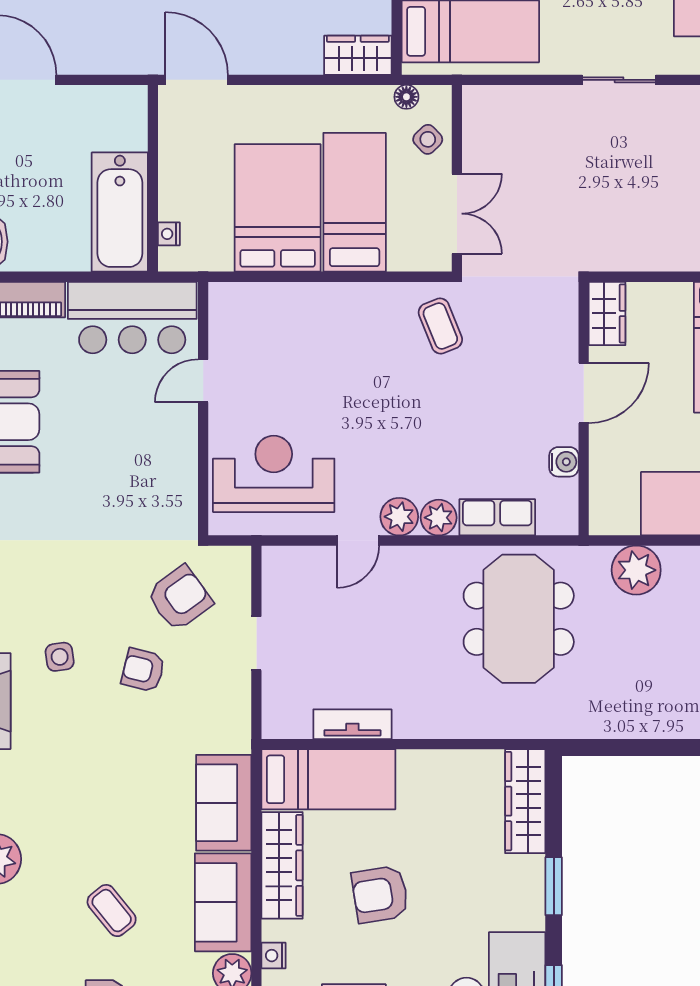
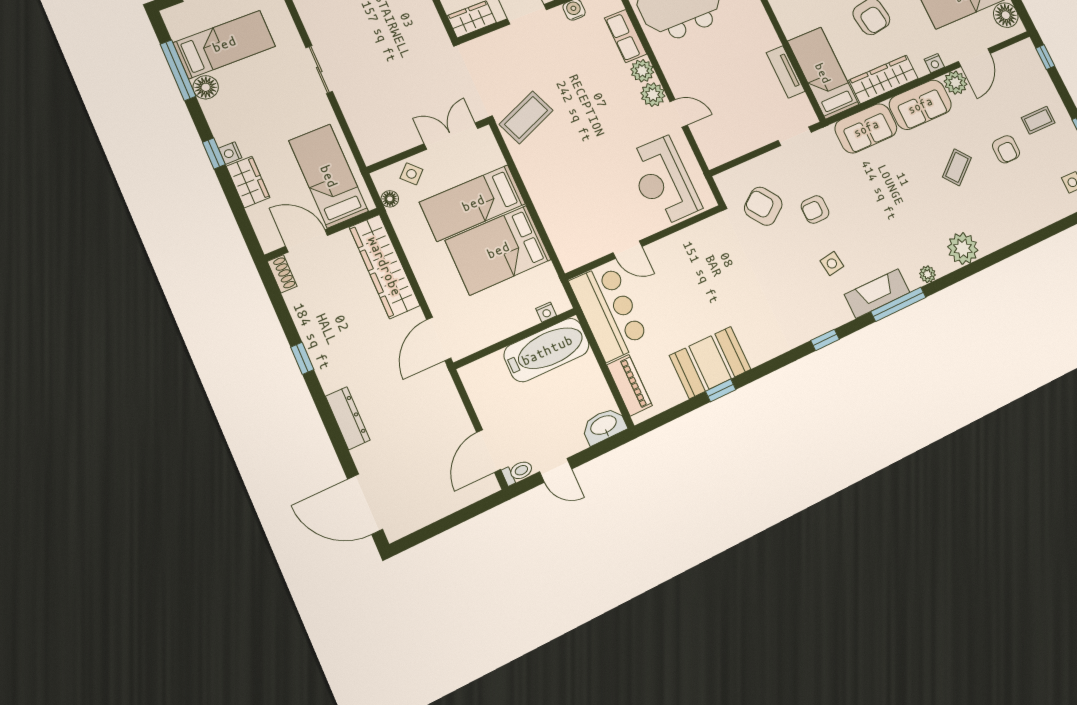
wardrobe: (358, 55) -> (385, 266), width x2.10, depth x1.17
coffee table: (440, 326) -> (526, 117), width x1.36, depth x1.30
doorway: (256, 643) -> (795, 136), moved
armchair: (143, 670) -> (815, 210), turned 76

